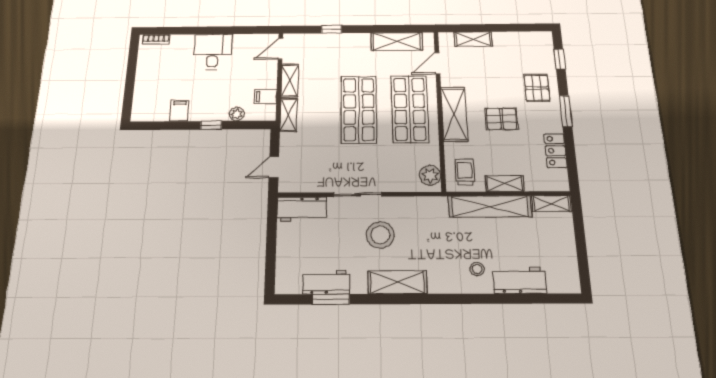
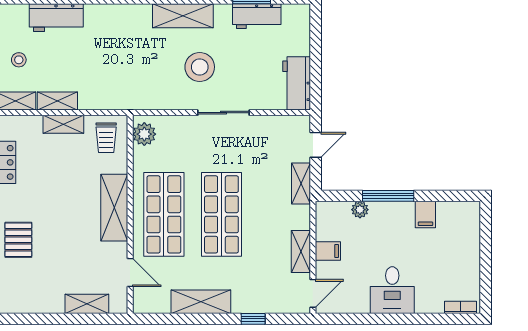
shelving: (397, 41) -> (201, 302), moved
door: (437, 63) -> (130, 273), hinge flipped
filing cabinet: (266, 97) -> (328, 251), moved
shelving: (289, 115) -> (301, 183), moved
pallet: (502, 119) -> (61, 201), removed
window: (211, 125) -> (388, 196), width x2.17
shelving: (490, 207) -> (57, 101), width x0.45, depth x0.75
workbench: (302, 209) -> (297, 83), moved, turned -90
stool: (477, 269) -> (19, 60), moved

